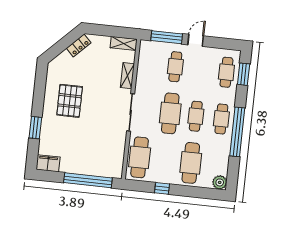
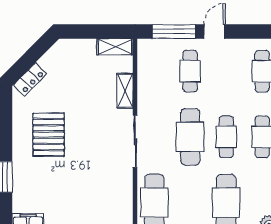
locker: (79, 45) -> (30, 79), moved

